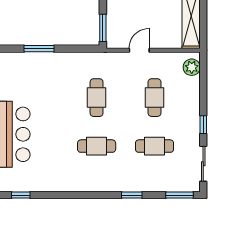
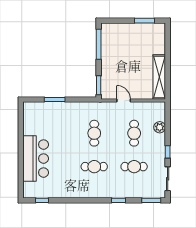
door: (139, 50) -> (124, 101), hinge flipped
plant: (192, 67) -> (160, 127), moved

